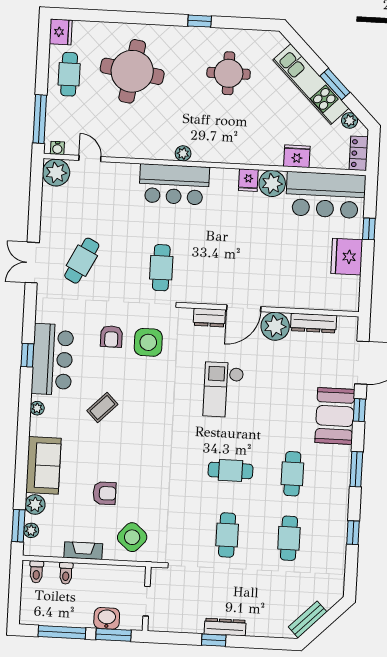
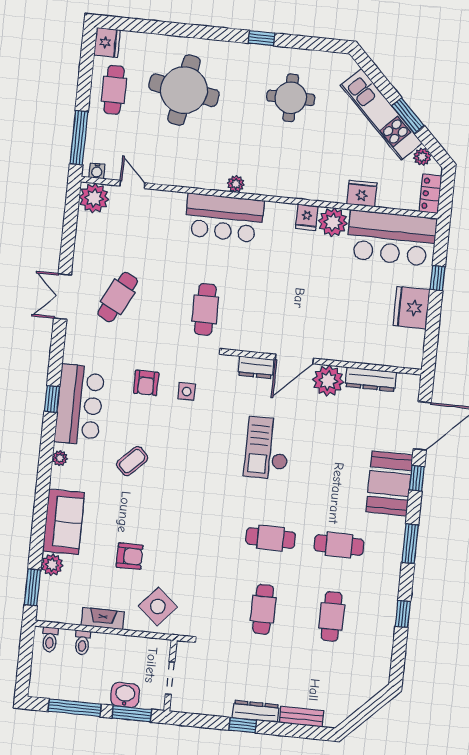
side table: (148, 342) -> (187, 391), width x0.54, depth x0.54
cafe table: (292, 474) -> (339, 545), turned 90
plant: (31, 530) -> (46, 593), removed
bench: (308, 619) -> (301, 717), moved, turned 45

